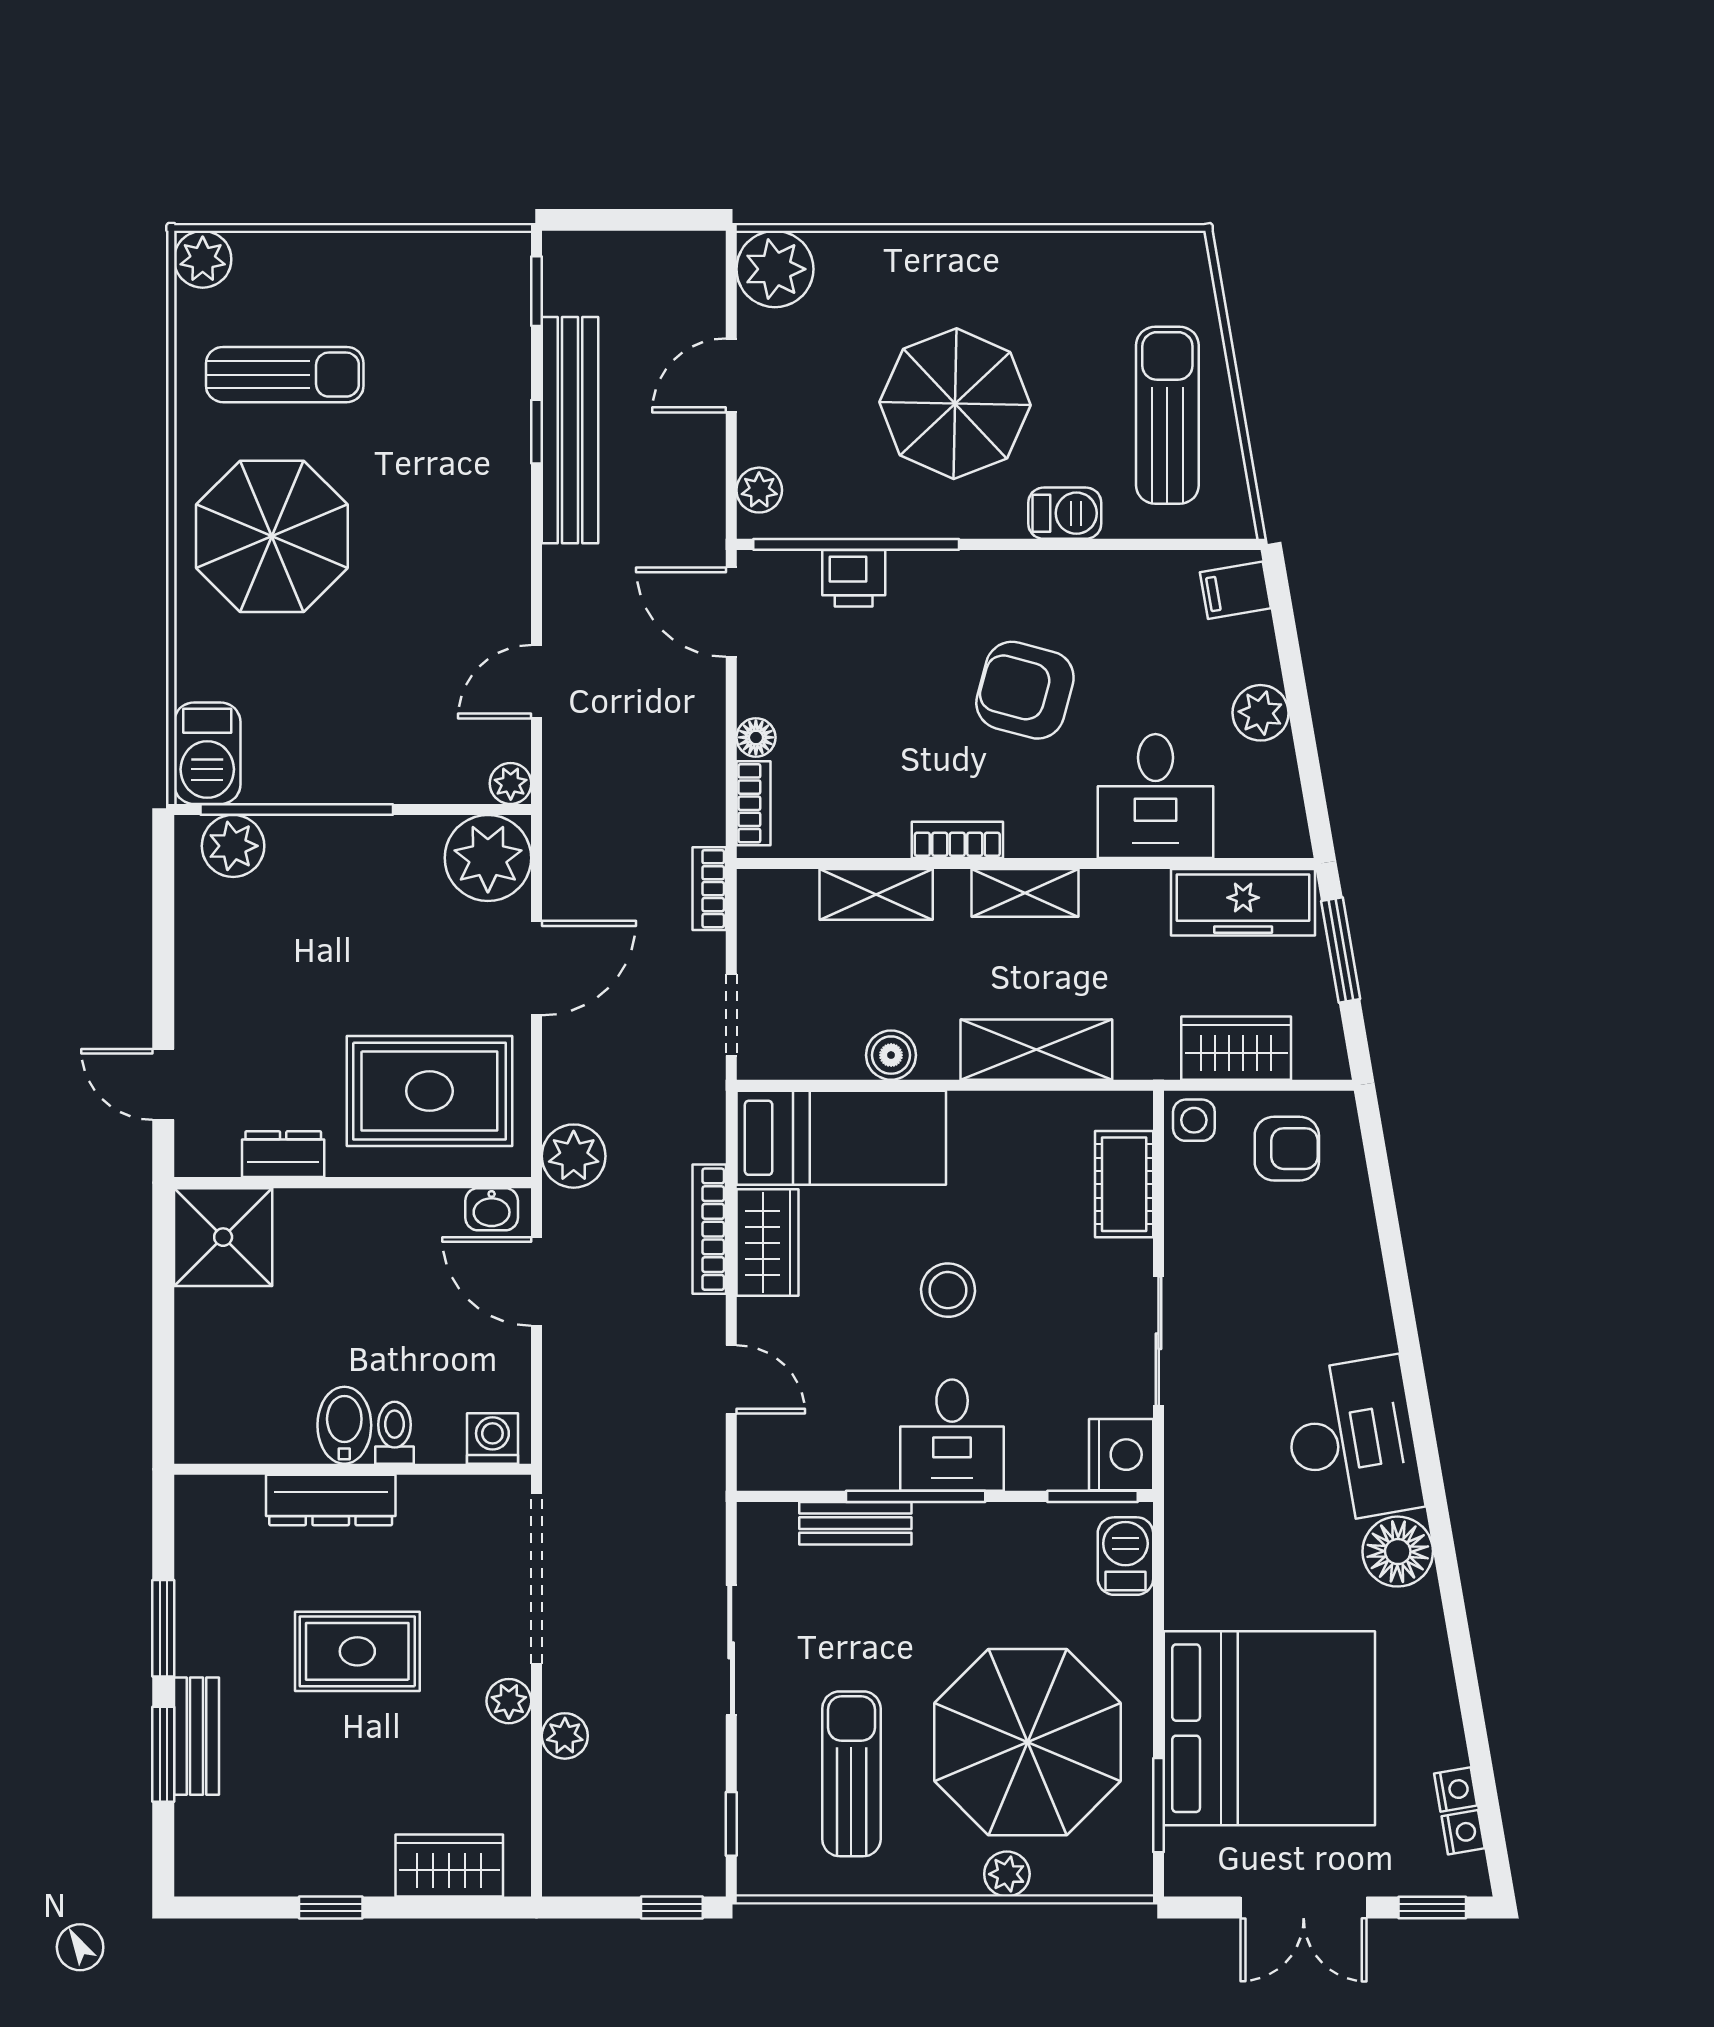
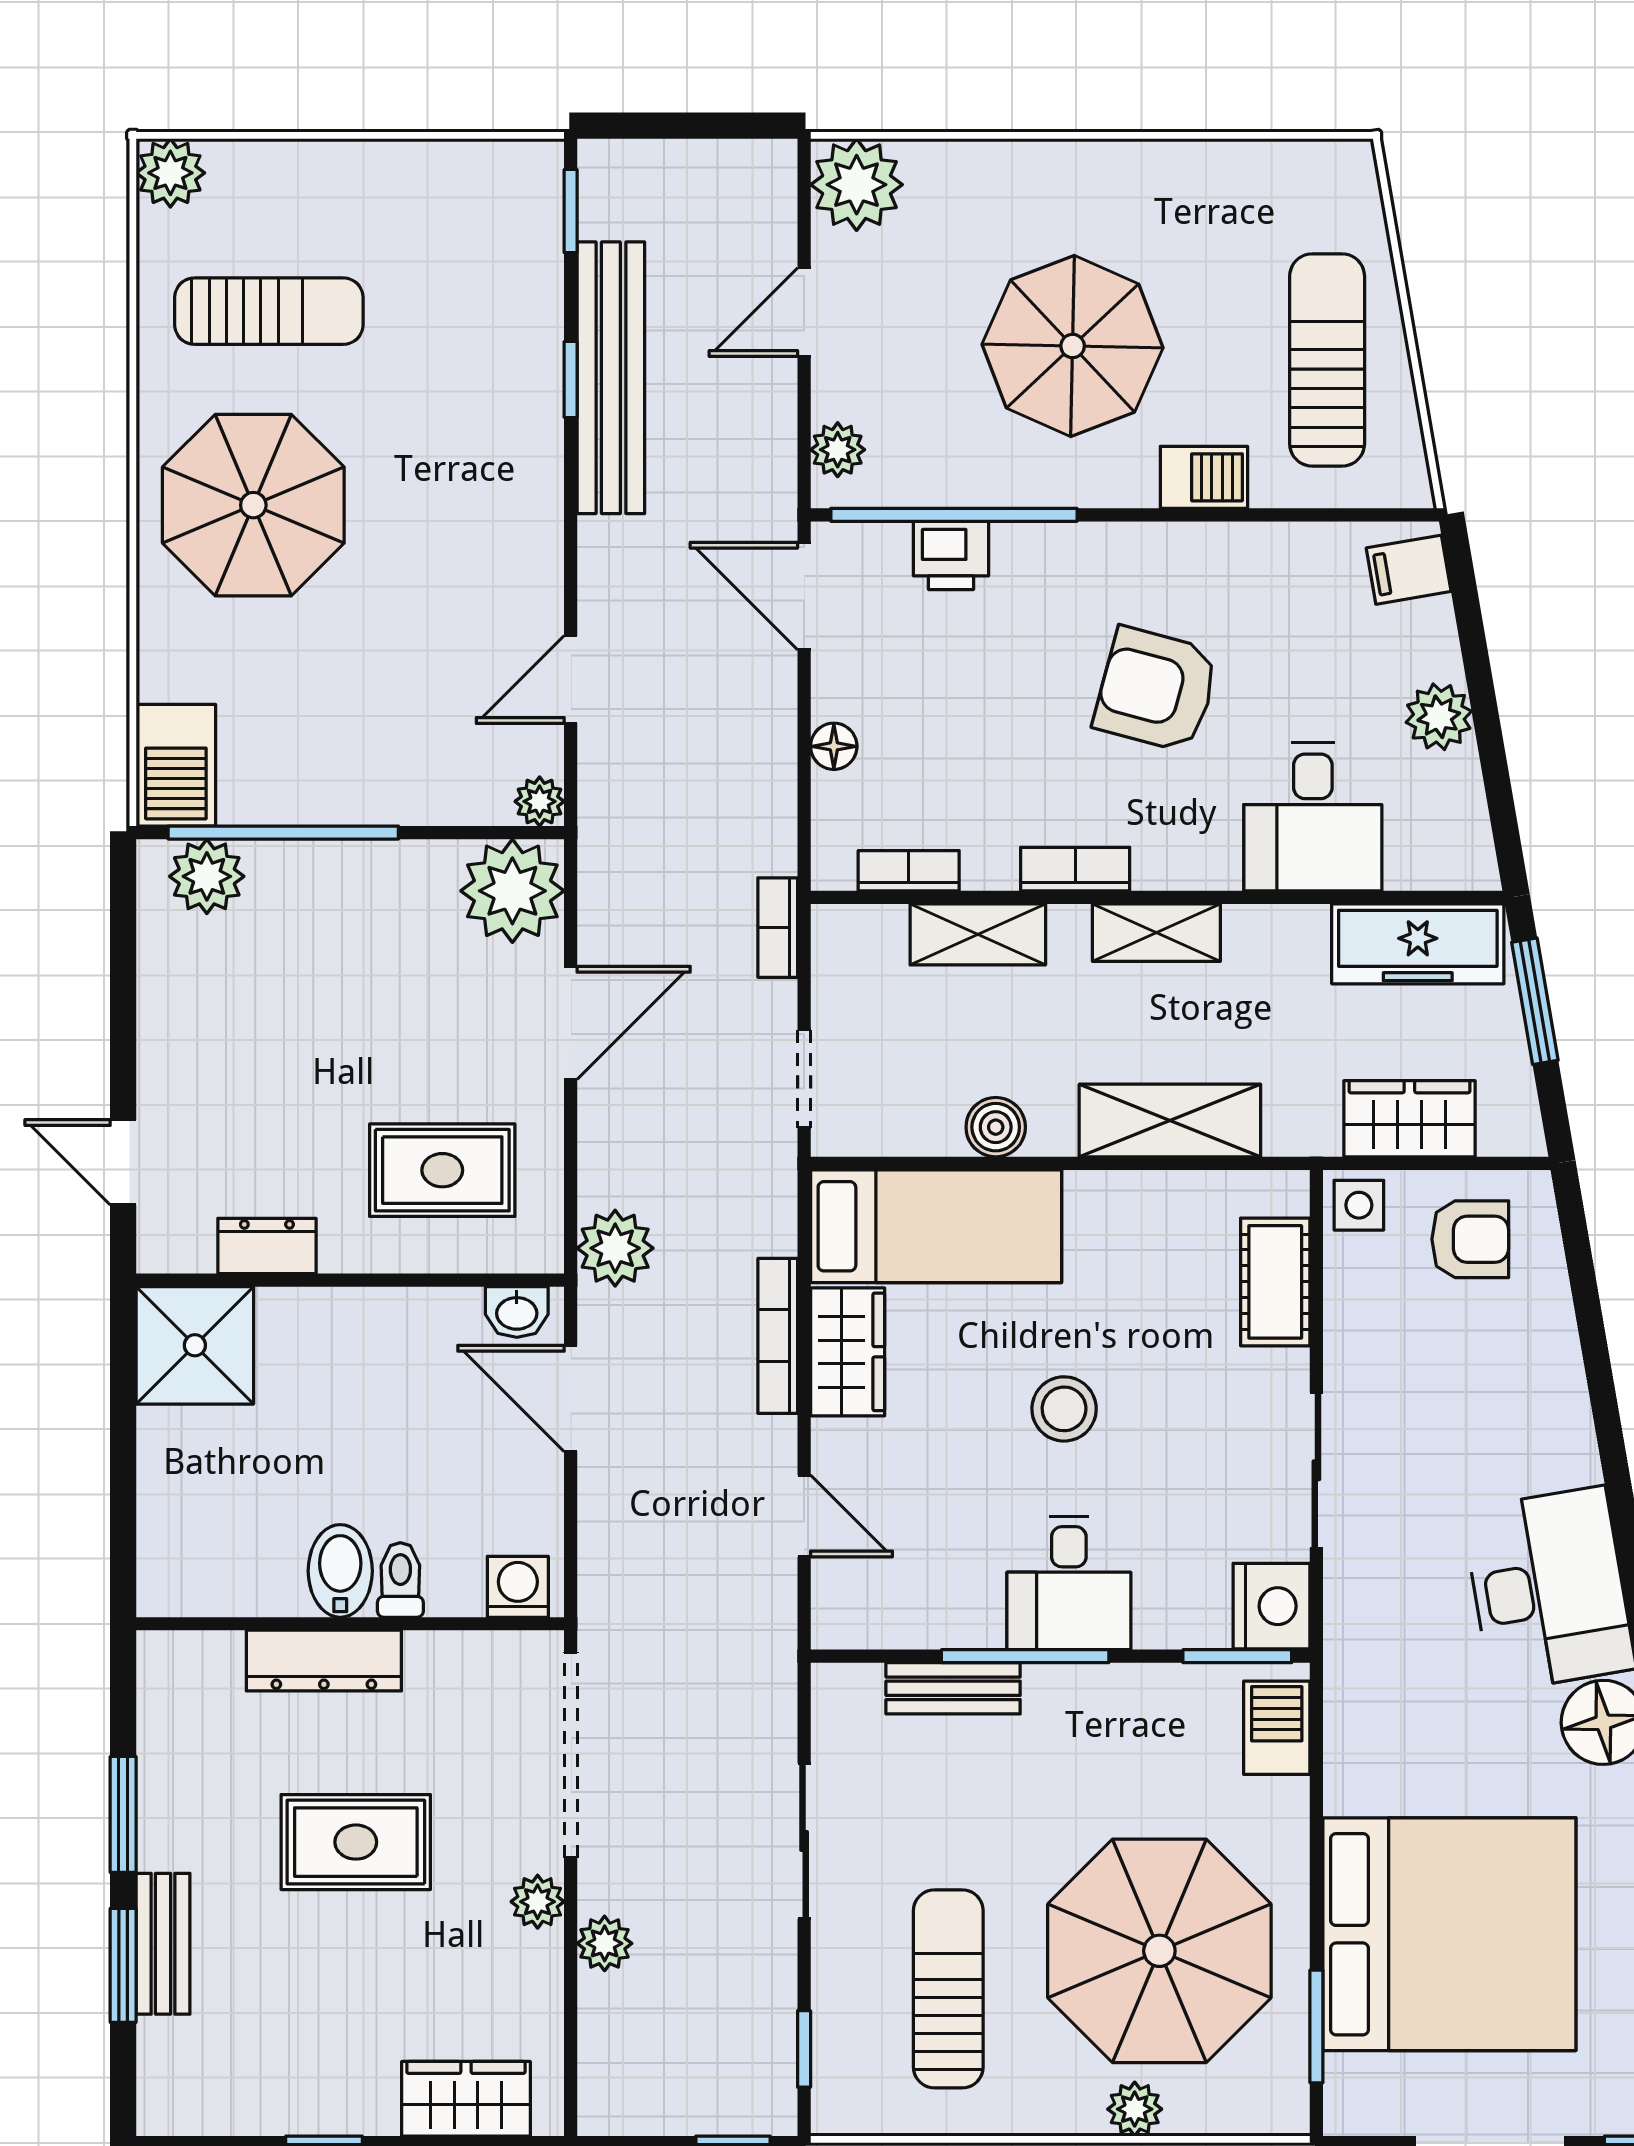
bookcase: (753, 803) -> (909, 871), moved, turned -90
rug: (429, 1091) -> (442, 1170), width x0.73, depth x0.70

